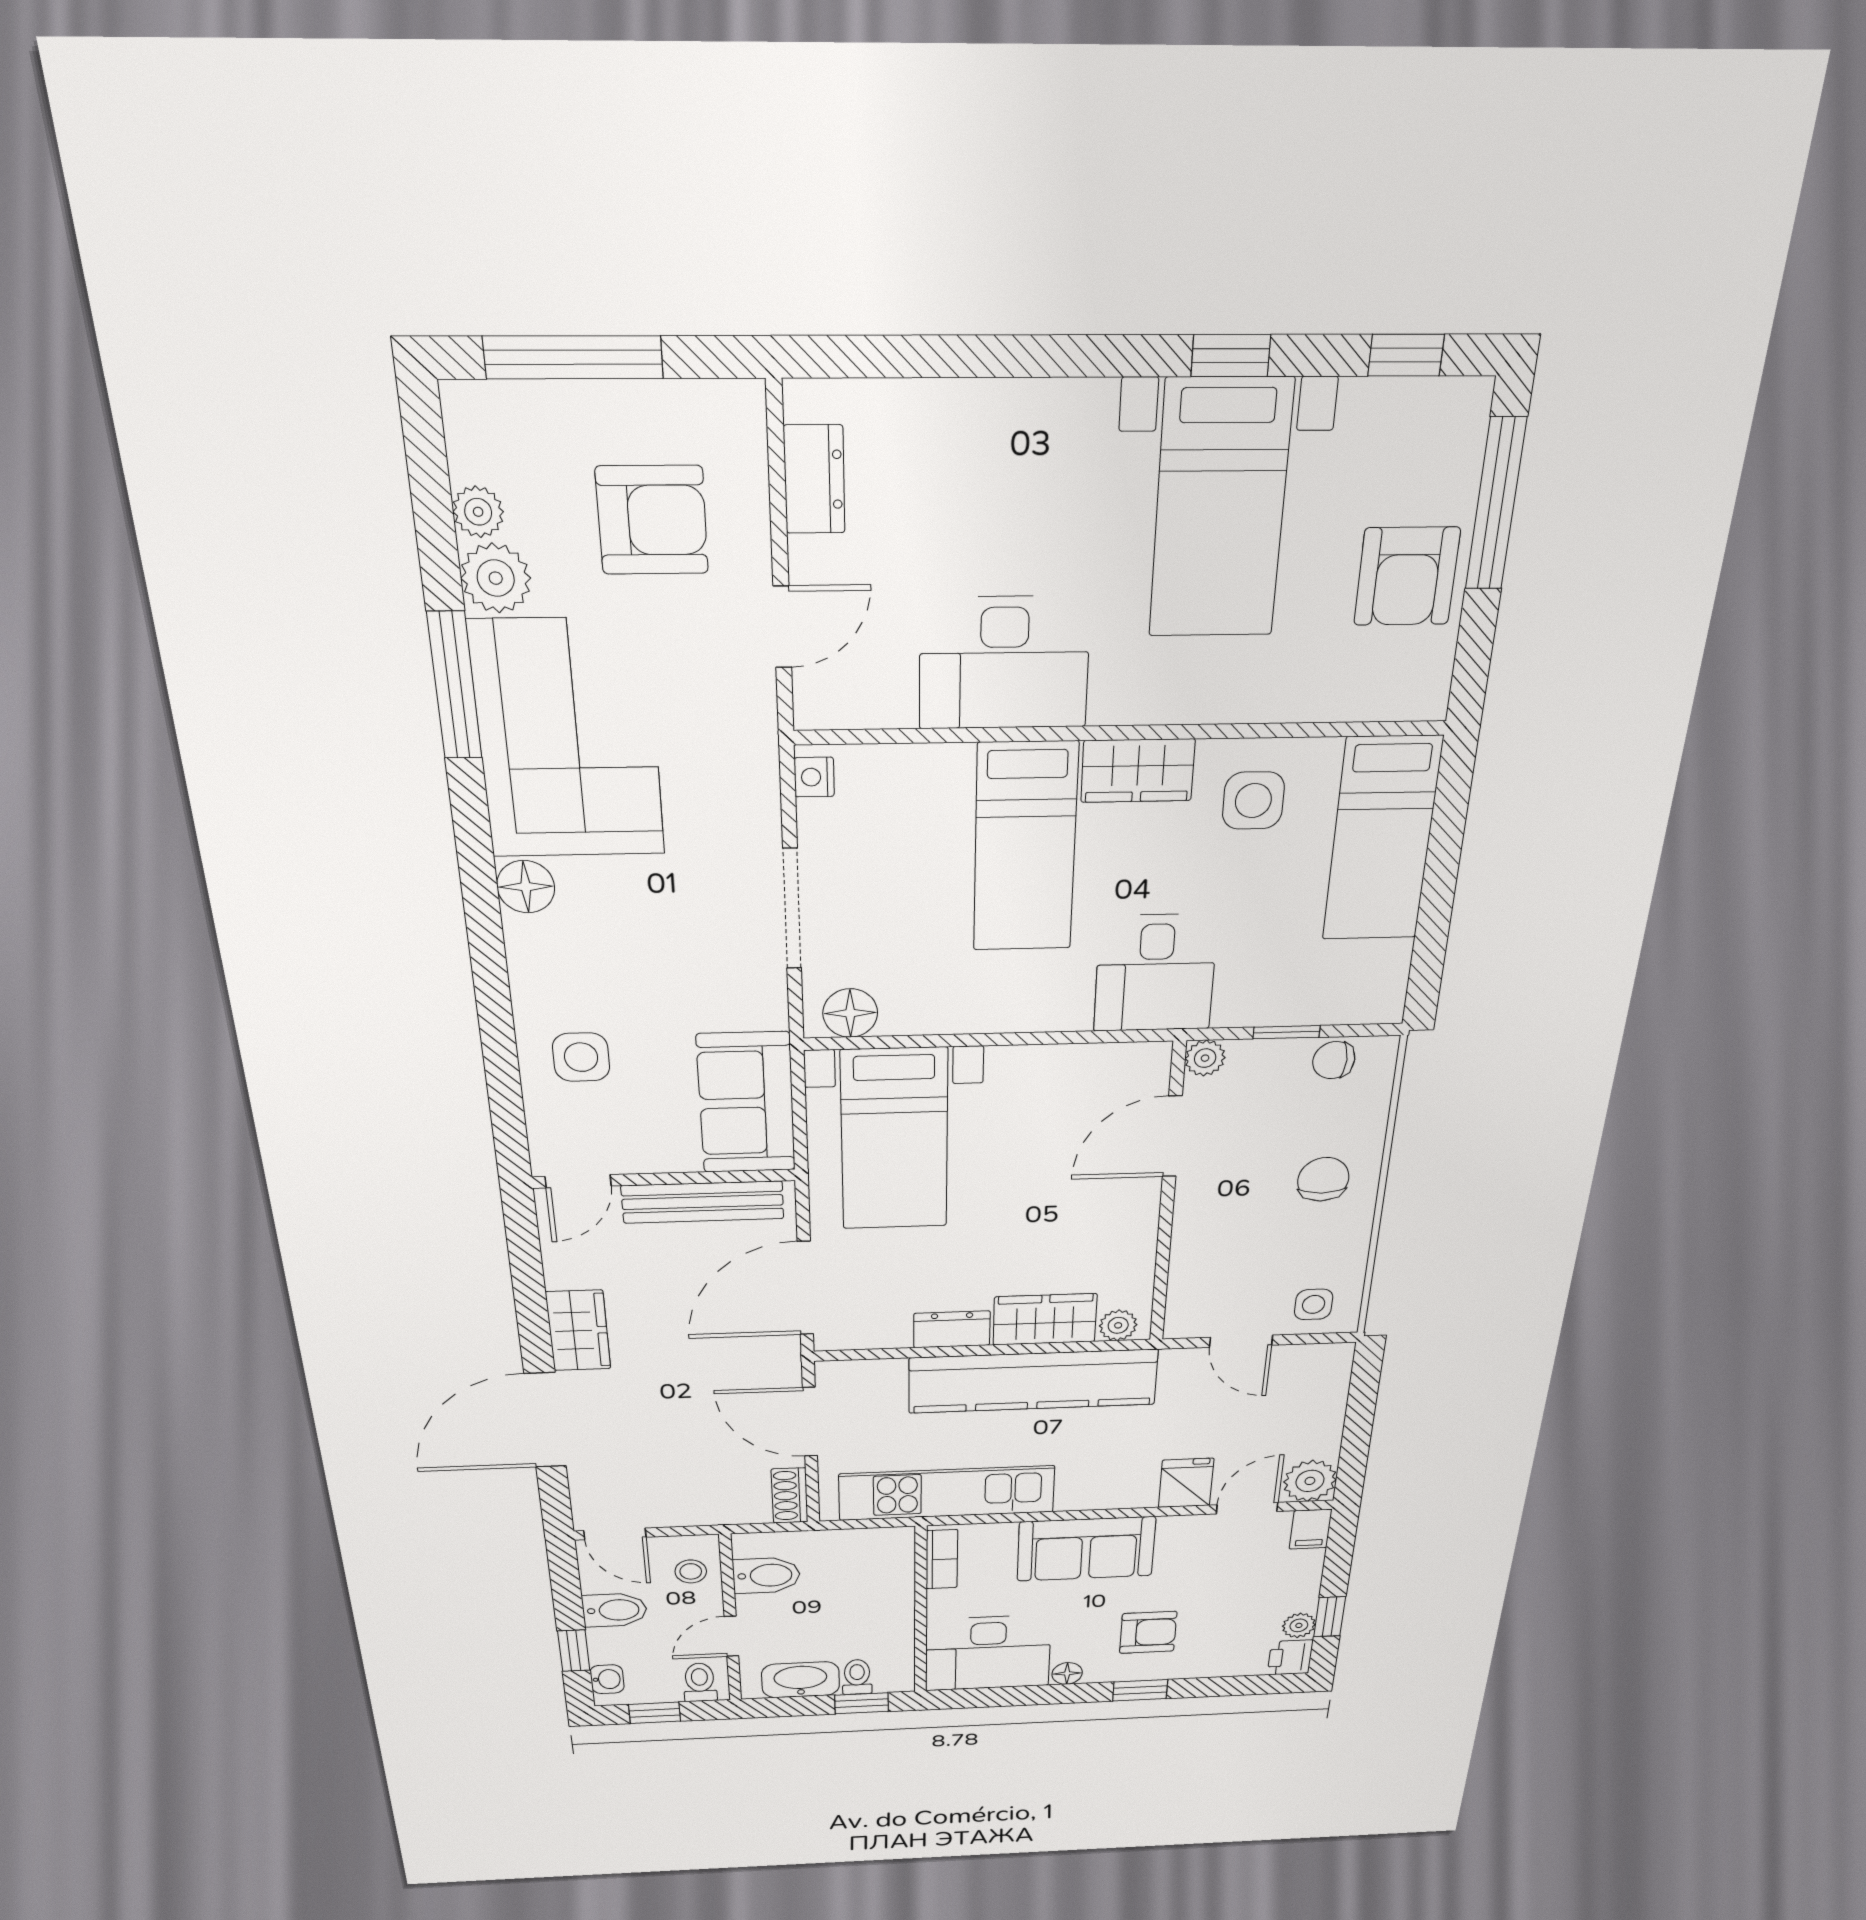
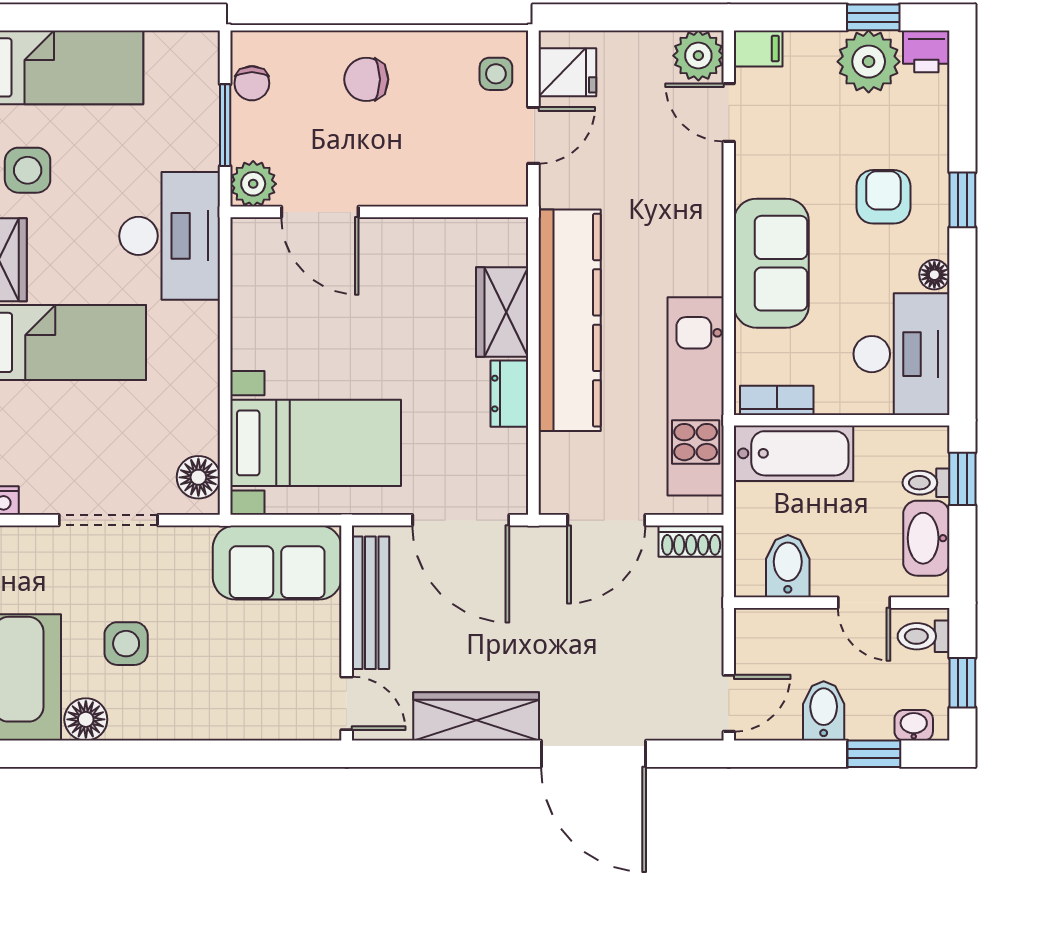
desk: (1155, 973) -> (170, 236), width x1.37
window: (1287, 1032) -> (225, 125), width x1.50
side table: (581, 1057) -> (126, 644), moved
plant: (1205, 1058) -> (253, 184), width x1.38, depth x1.38
plant: (1118, 1325) -> (511, 247), removed
wardrobe: (578, 1331) -> (476, 716), width x1.50
fridge: (1186, 1483) -> (567, 72), moved, turned 180
stool: (691, 1571) -> (779, 637), removed
bathtub: (886, 1575) -> (794, 453), added
plant: (1299, 1625) -> (869, 62), width x1.87, depth x1.87

